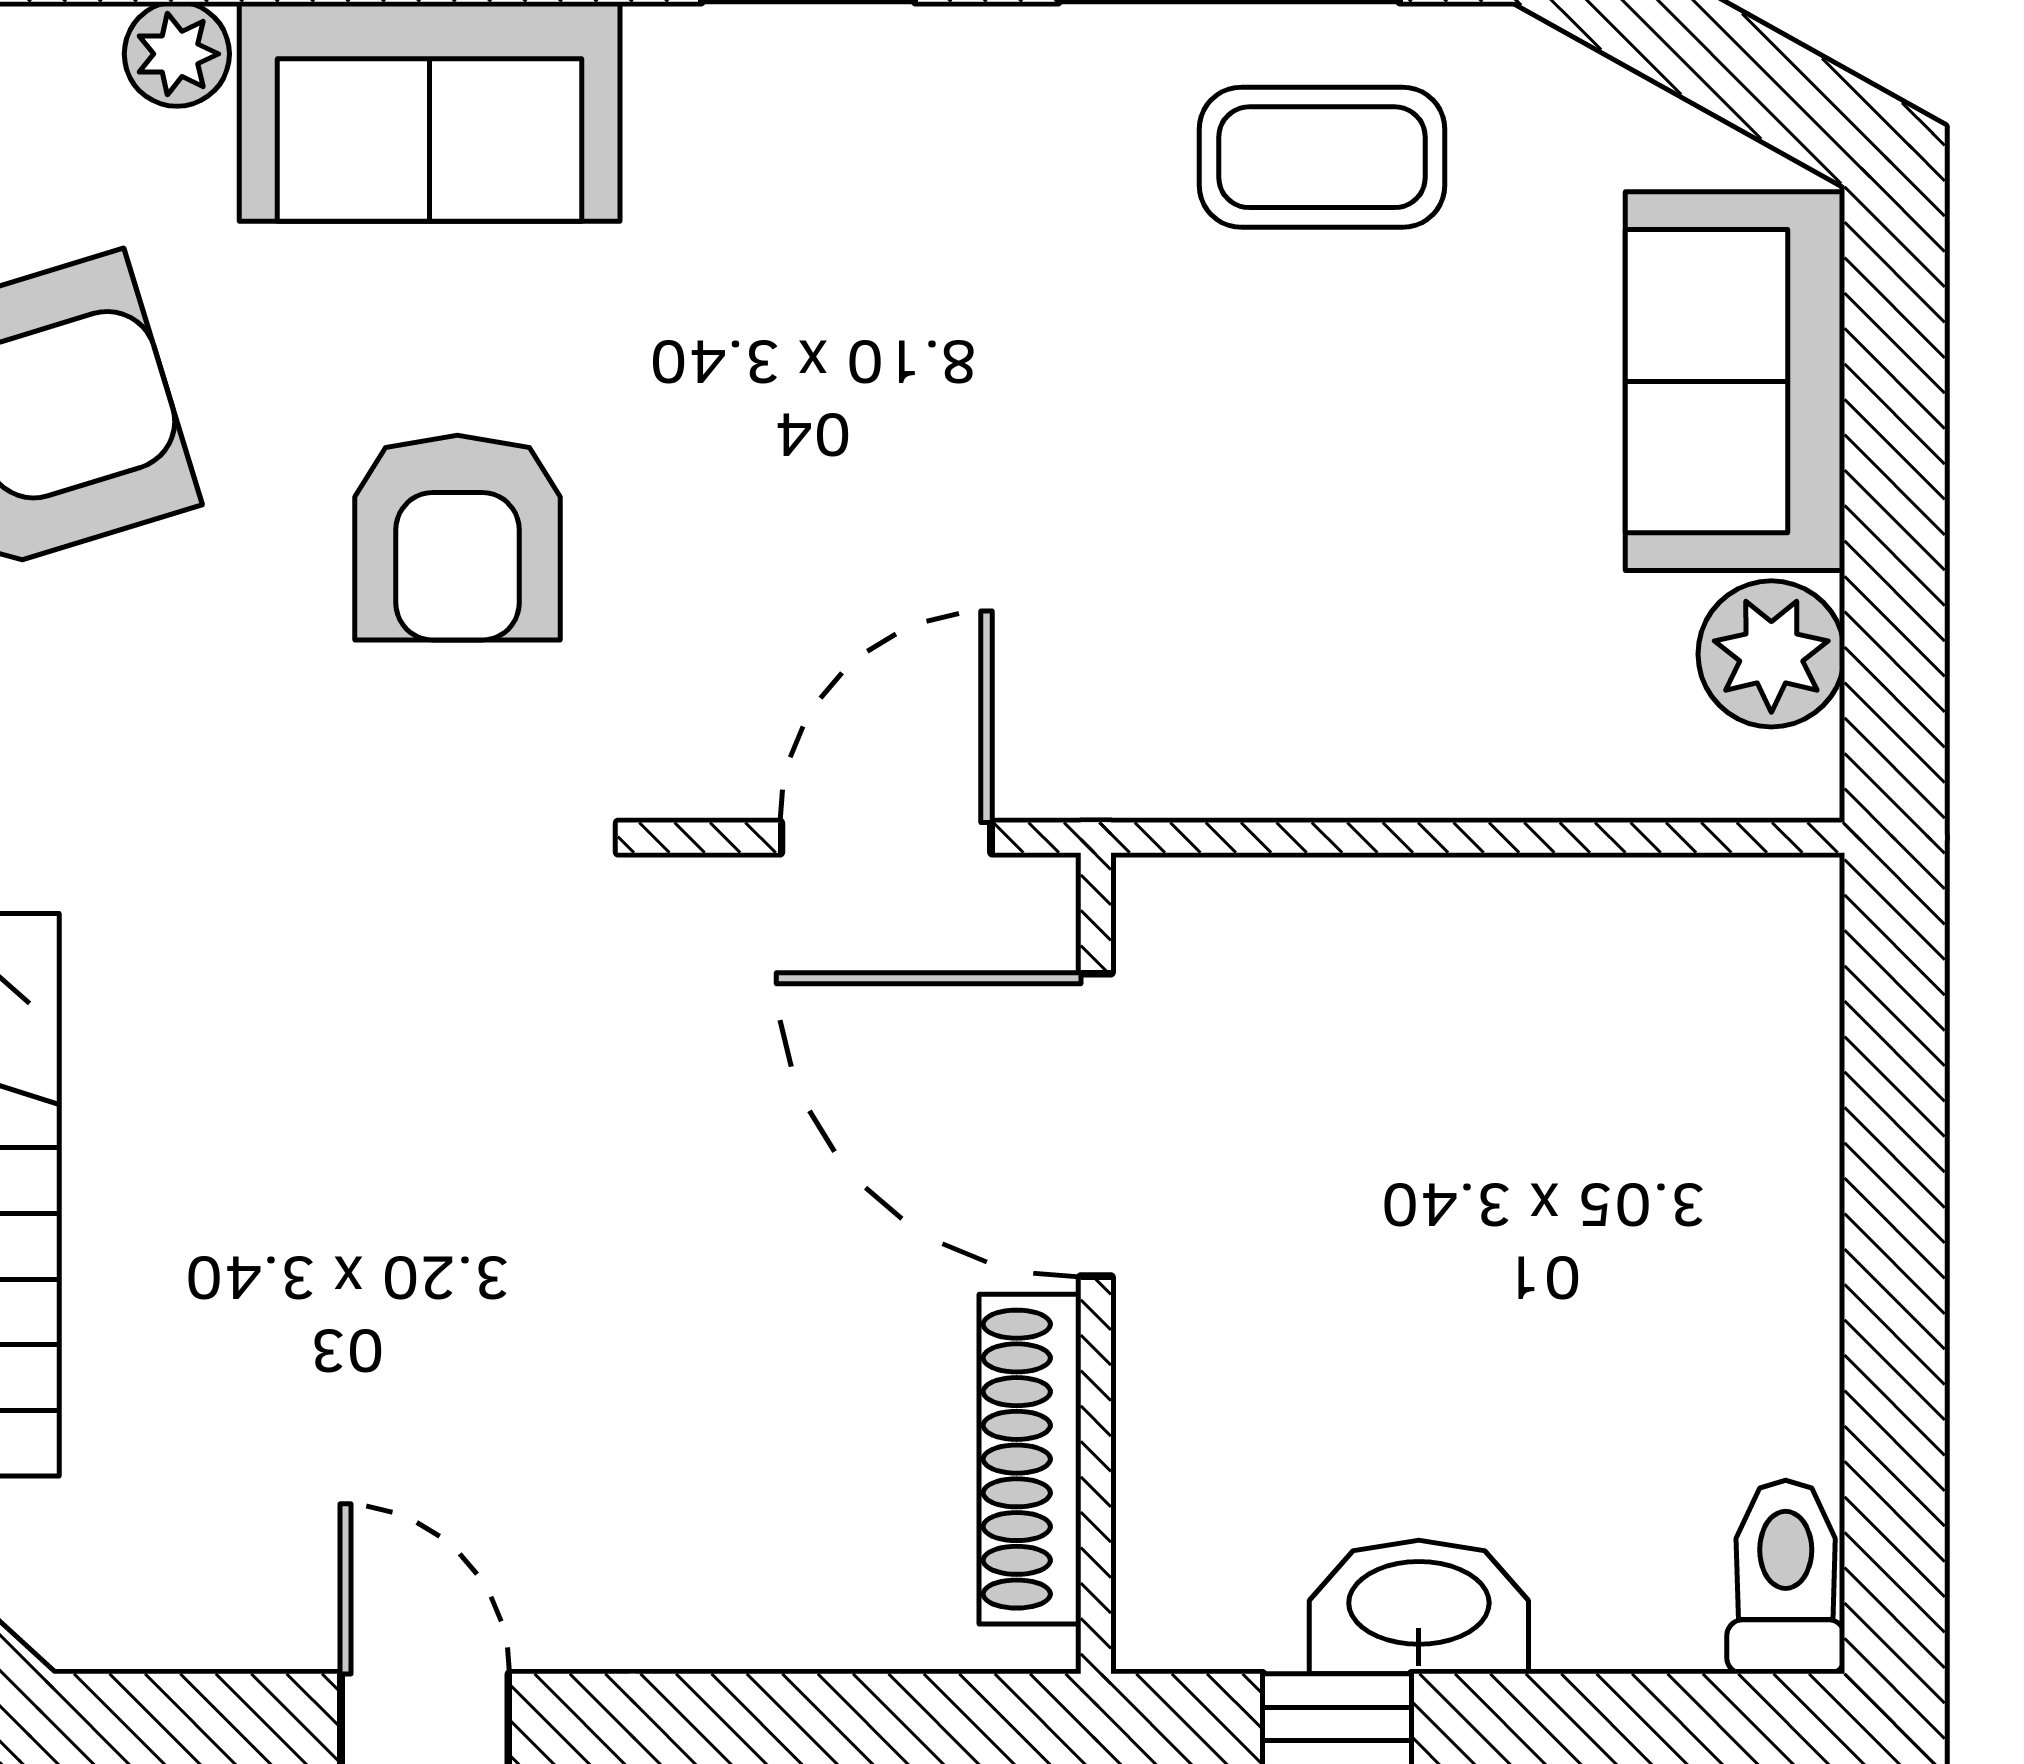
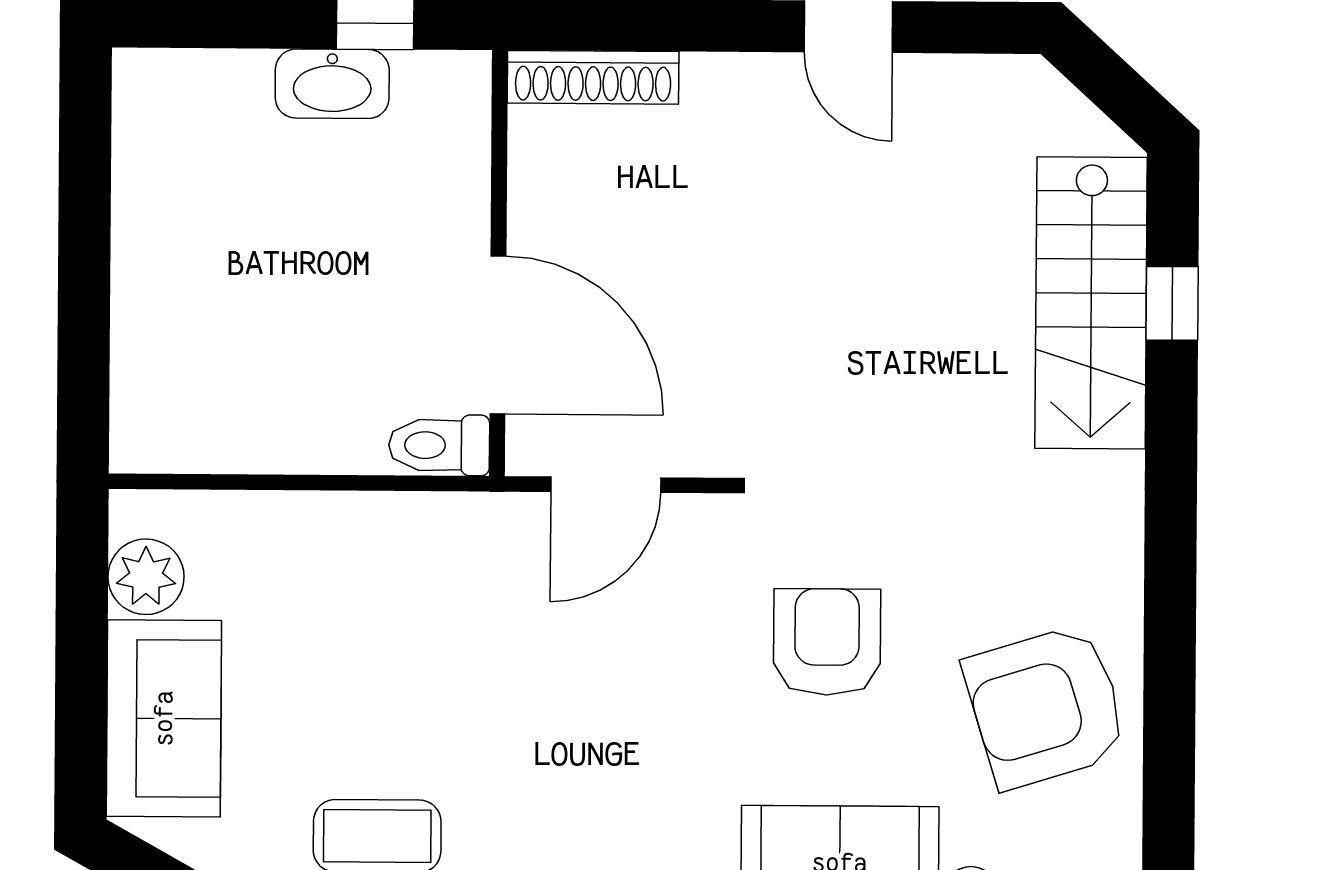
shoe rack: (1030, 1459) -> (593, 77), moved, turned 90
toilet: (1786, 1577) -> (439, 445), moved, turned 90

